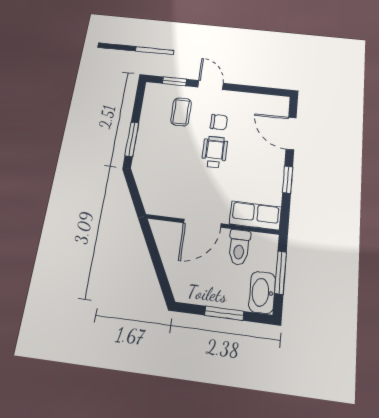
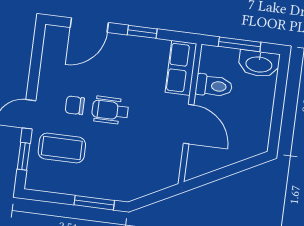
coffee table: (181, 112) -> (62, 148), width x1.36, depth x1.30
chair: (219, 122) -> (75, 105), turned -90
window: (224, 313) -> (279, 102), removed

